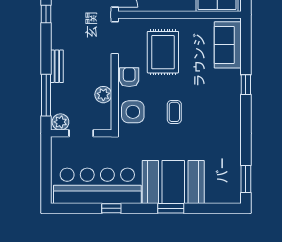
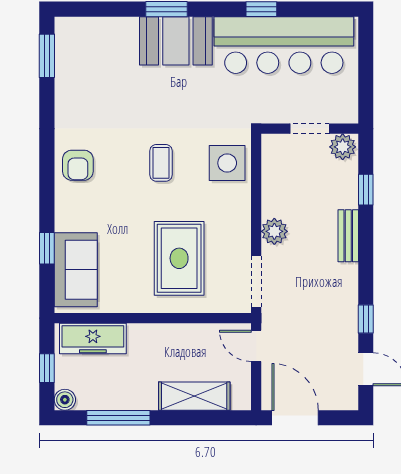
armchair: (129, 77) -> (78, 165), moved
window: (246, 85) -> (47, 248), moved
window: (46, 95) -> (366, 190), width x0.46
plant: (103, 95) -> (274, 231), moved
booth: (173, 182) -> (176, 41), width x0.73, depth x0.70

